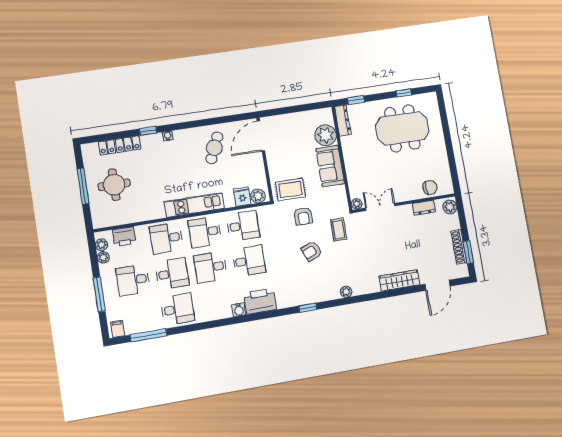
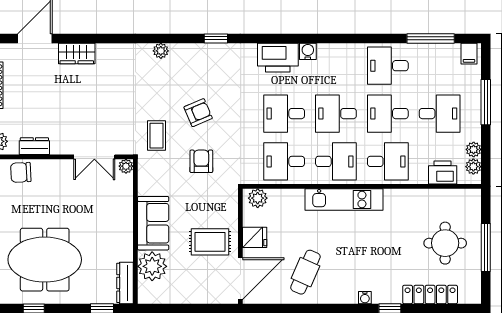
rug: (290, 189) -> (210, 242), moved
fridge: (242, 197) -> (255, 237), moved, turned -90
desk: (211, 267) -> (336, 114), turned 180
wardrobe: (399, 280) -> (77, 53), width x0.67

